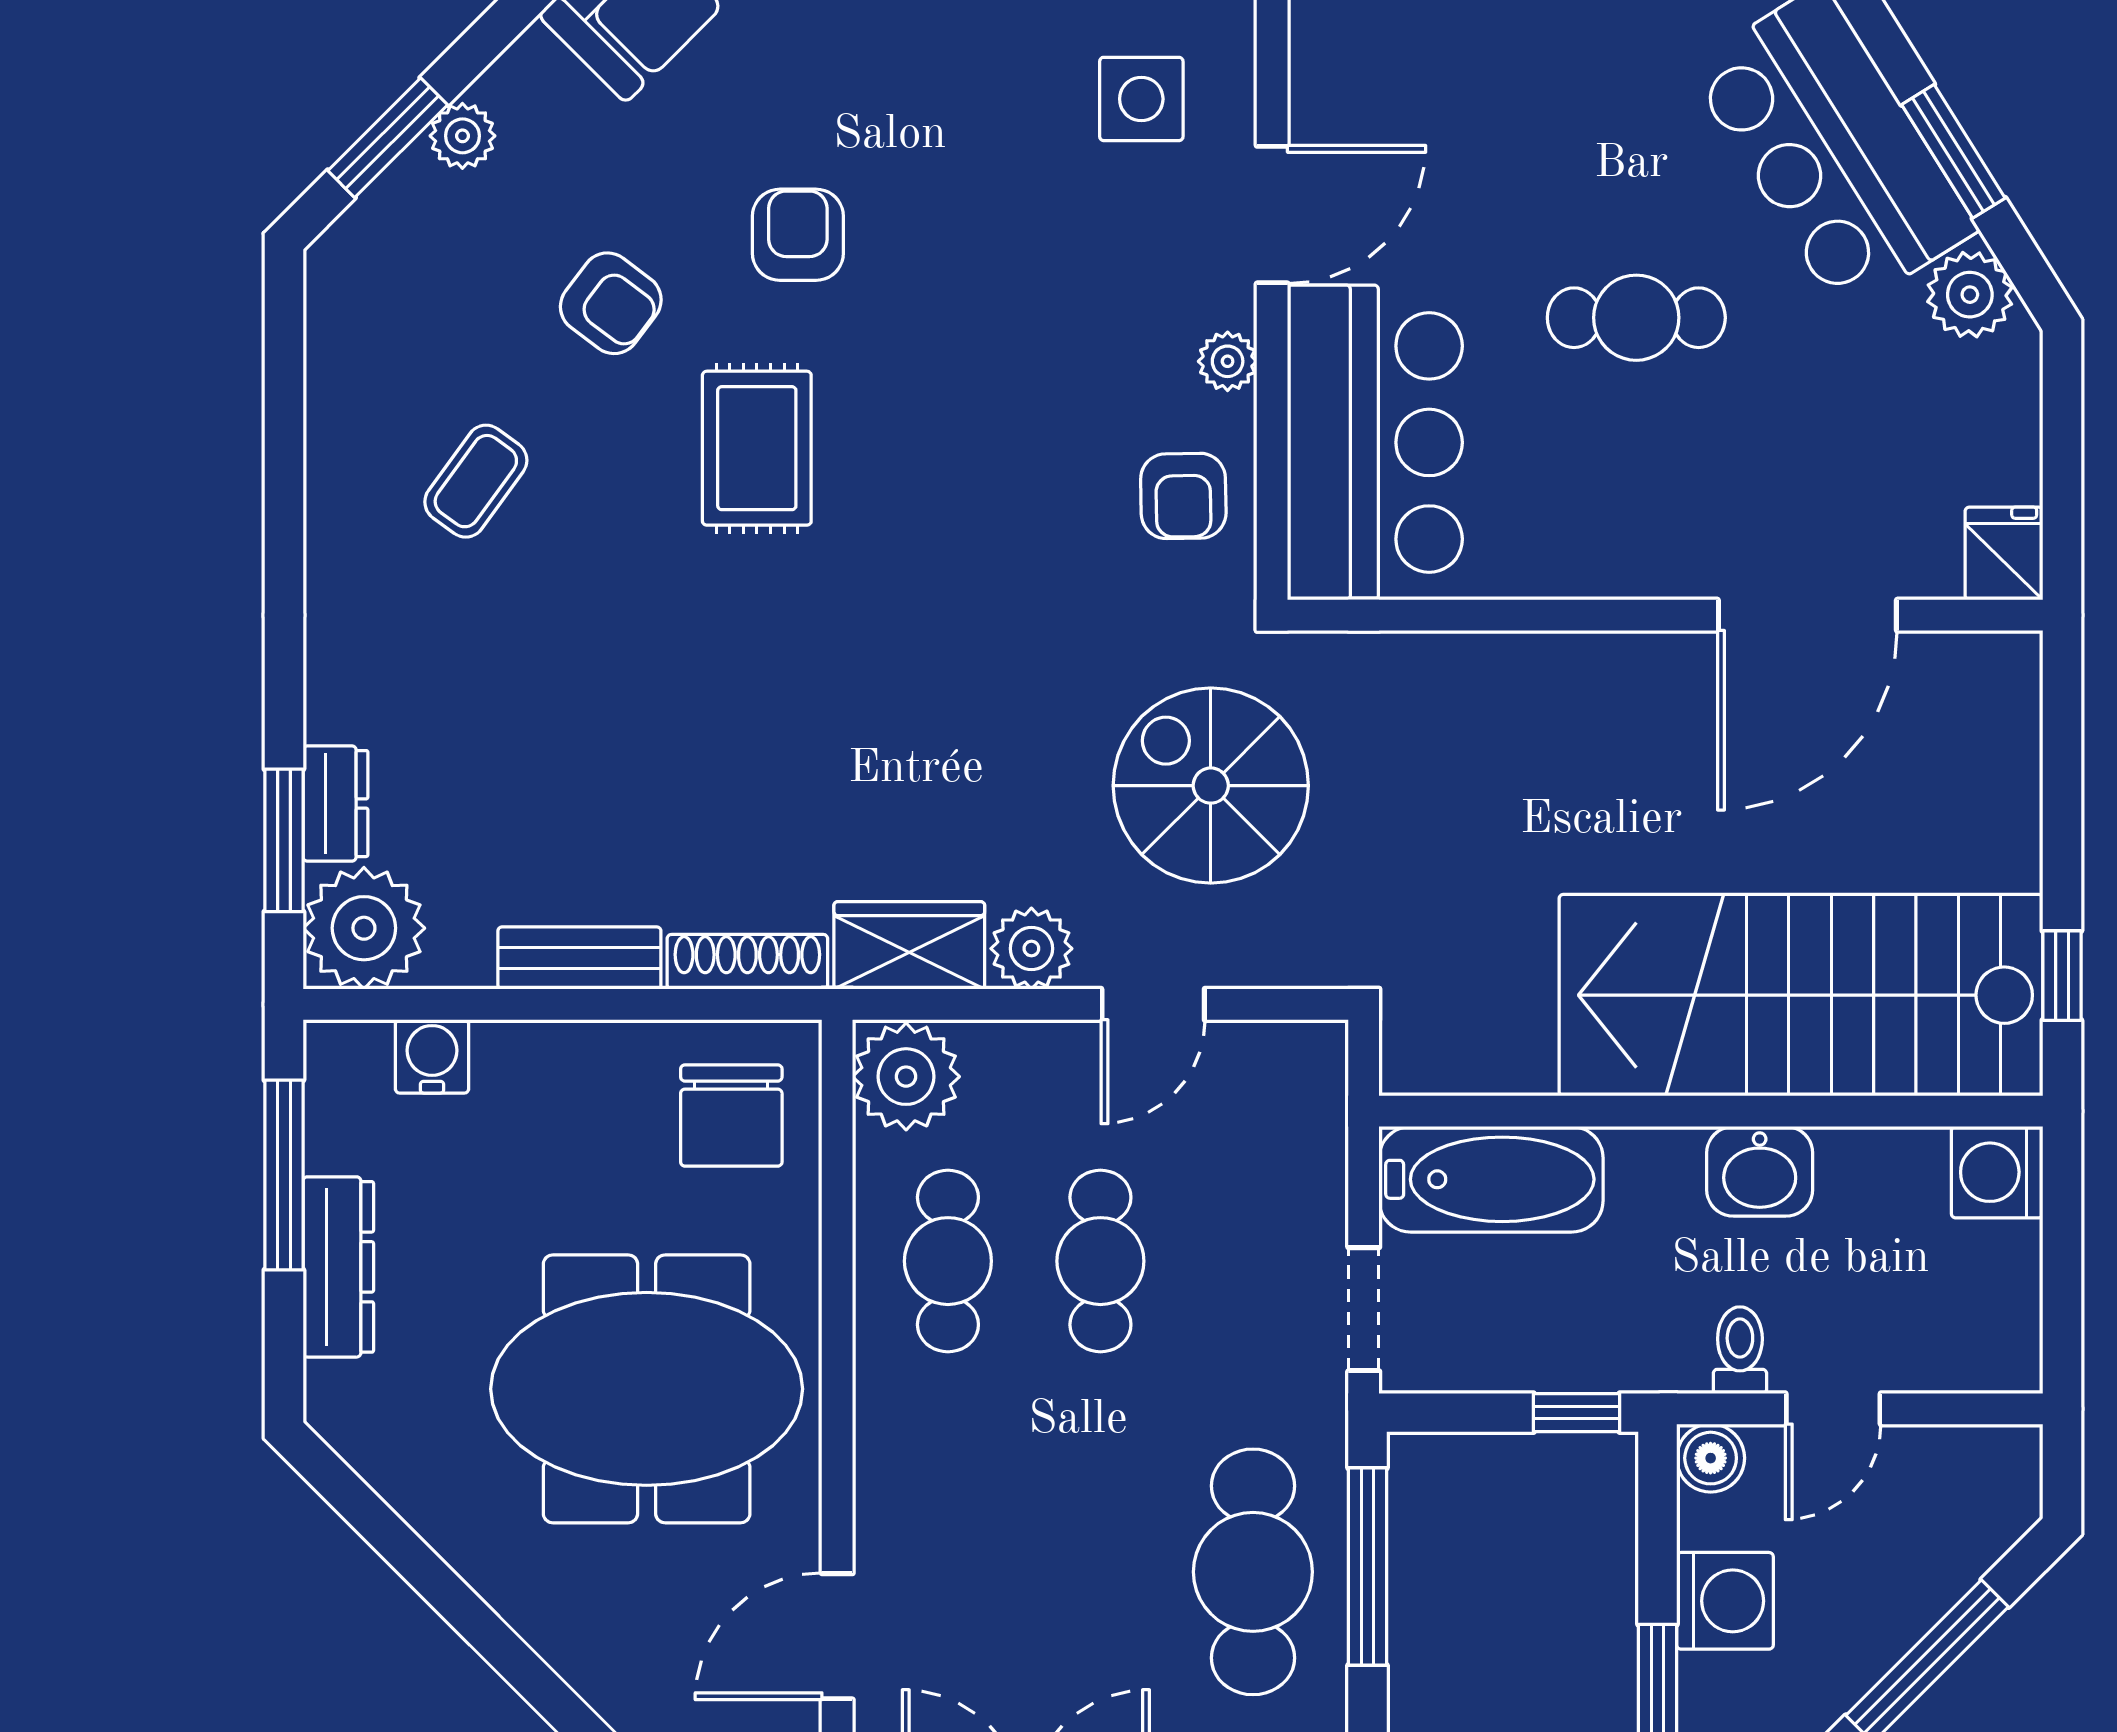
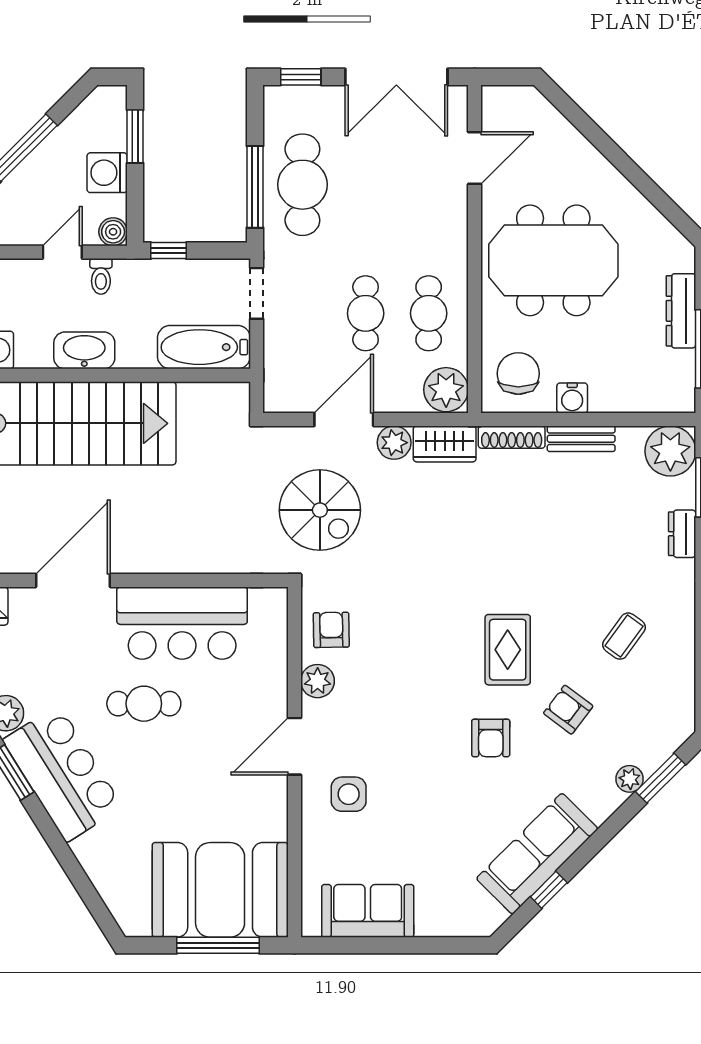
plant: (1228, 361) -> (318, 681), width x1.38, depth x1.38
bar counter: (1375, 442) -> (182, 623), moved, turned -90
dresser: (335, 804) -> (682, 534), moved
door: (1153, 1004) -> (344, 419), width x1.38
water cooler: (432, 1056) -> (572, 398), moved
washbasin: (1760, 1171) -> (84, 350), width x1.38

